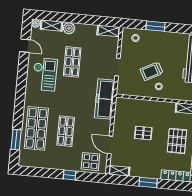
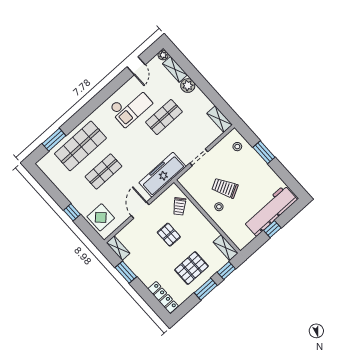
trolley: (134, 109) -> (179, 206), added
door: (110, 145) -> (140, 210), moved
window: (148, 182) -> (126, 272), moved

